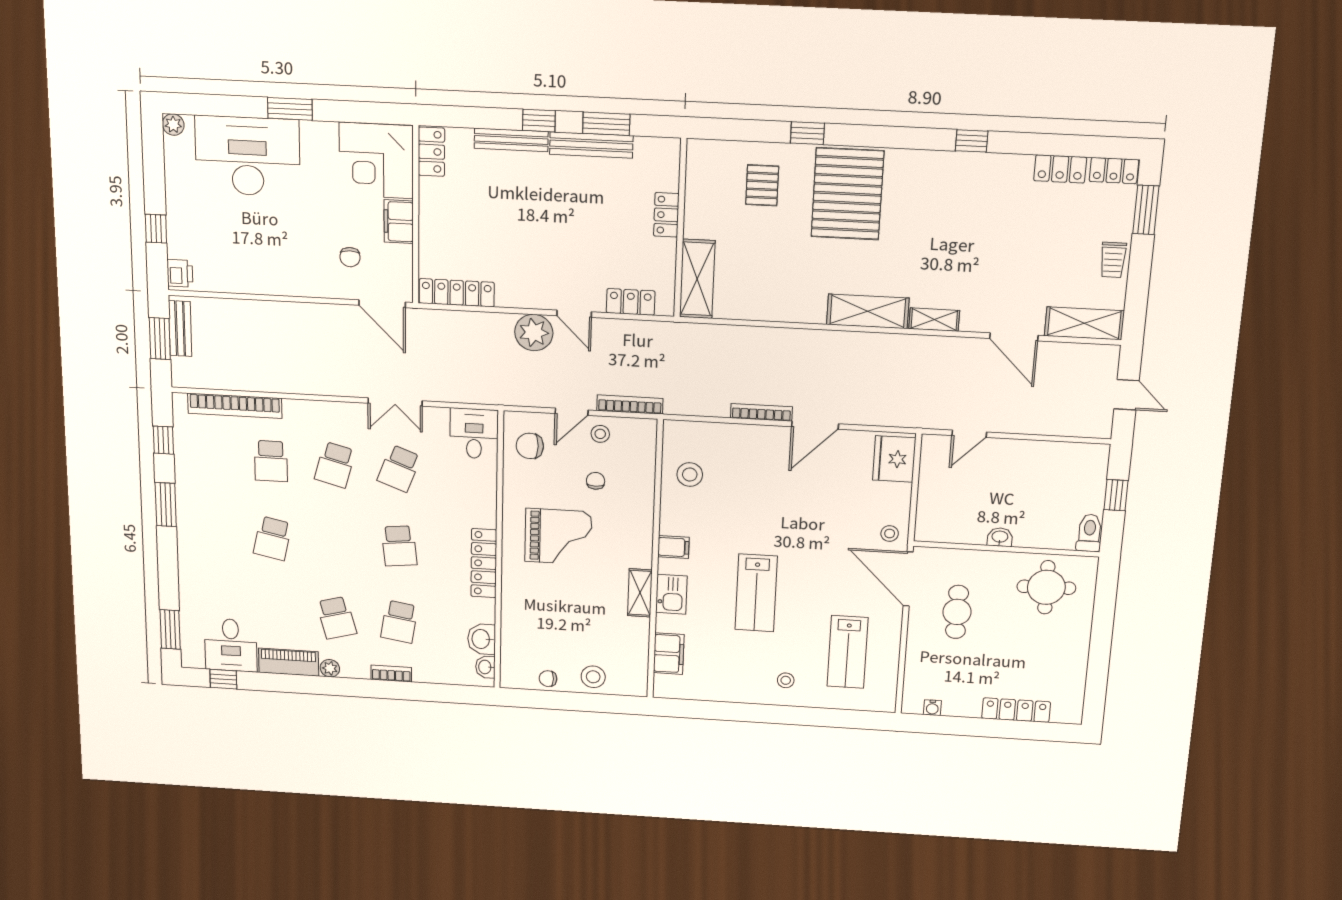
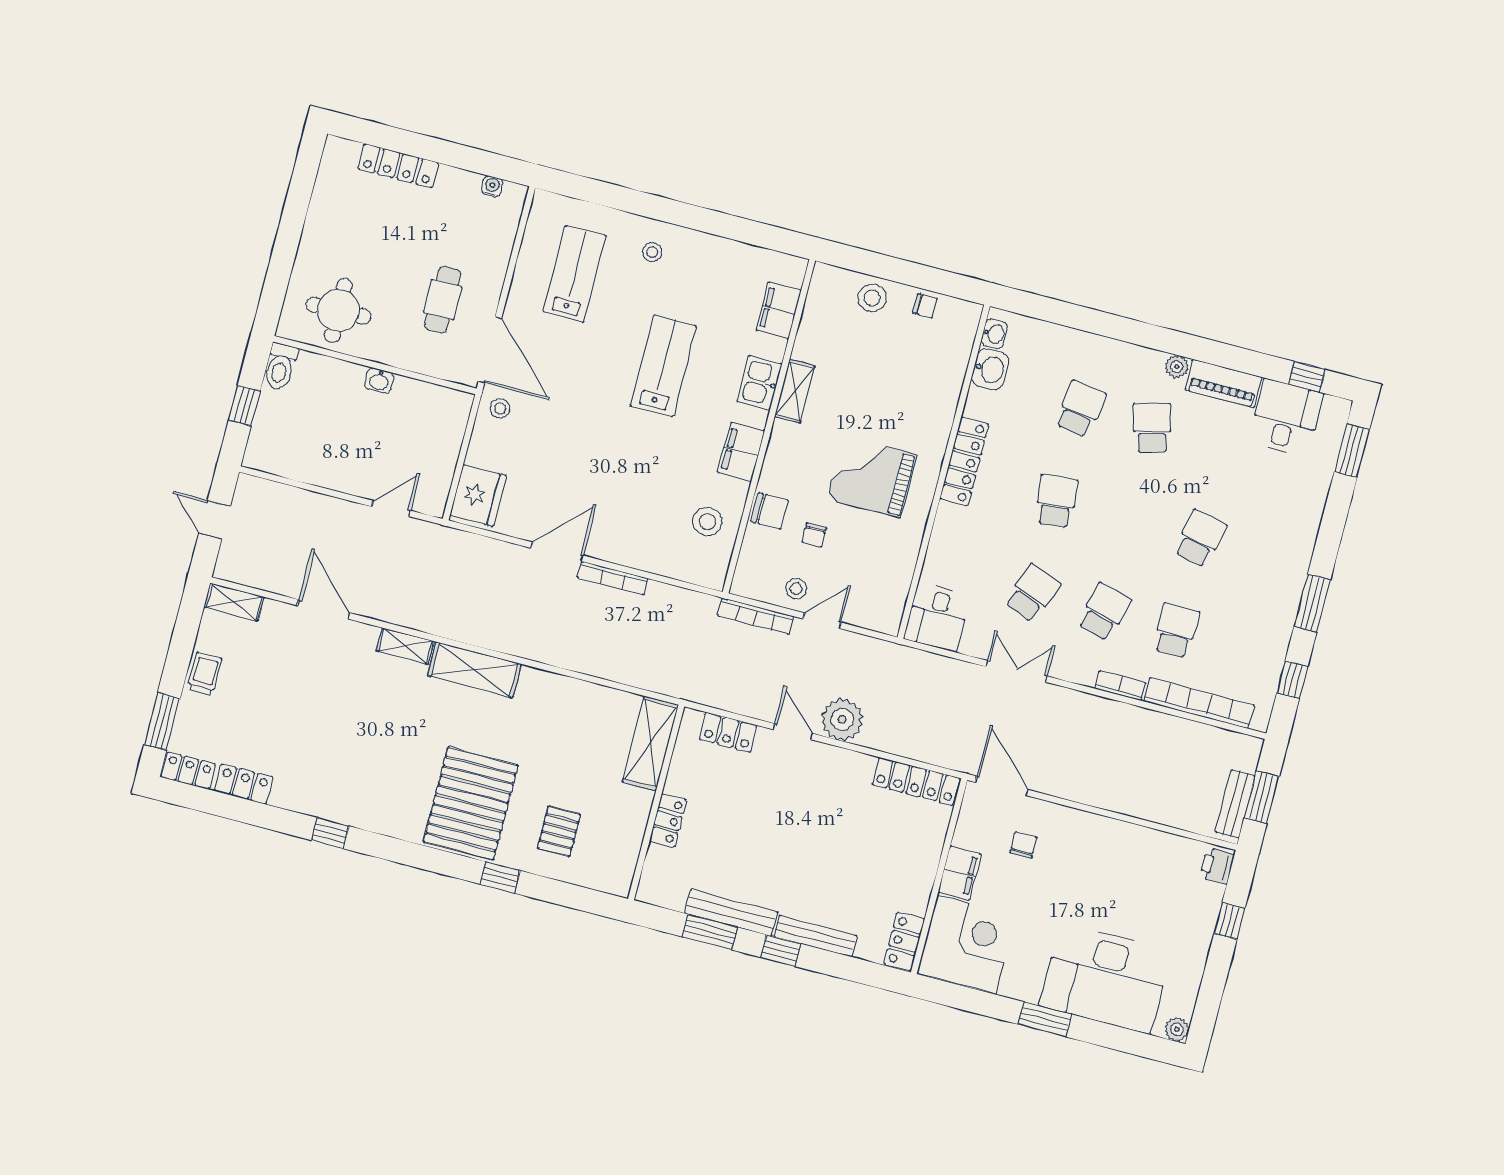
shelving: (1084, 323) -> (234, 602), width x0.67, depth x0.75
chair: (530, 446) -> (770, 511), moved
filing cabinet: (673, 547) -> (741, 452), width x2.00
bookcase: (391, 674) -> (1120, 686), moved, turned 180

